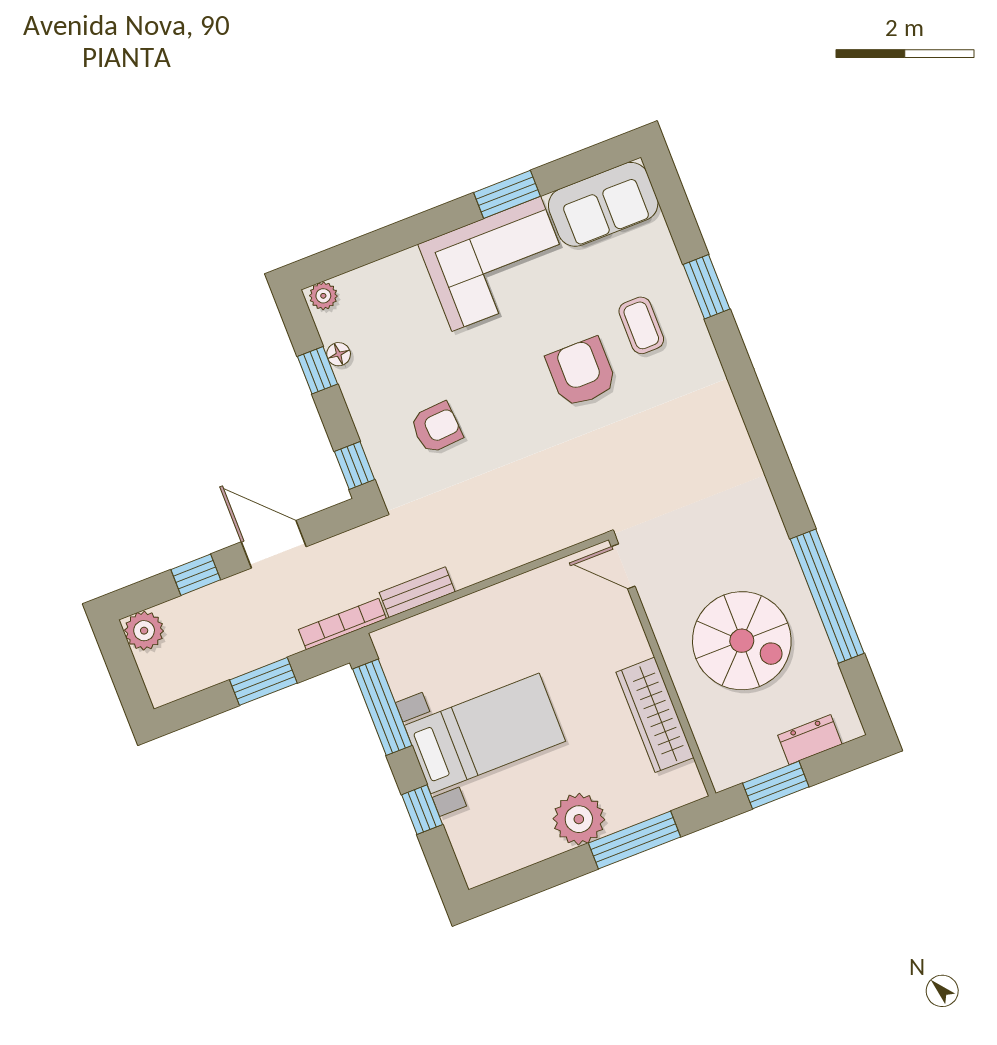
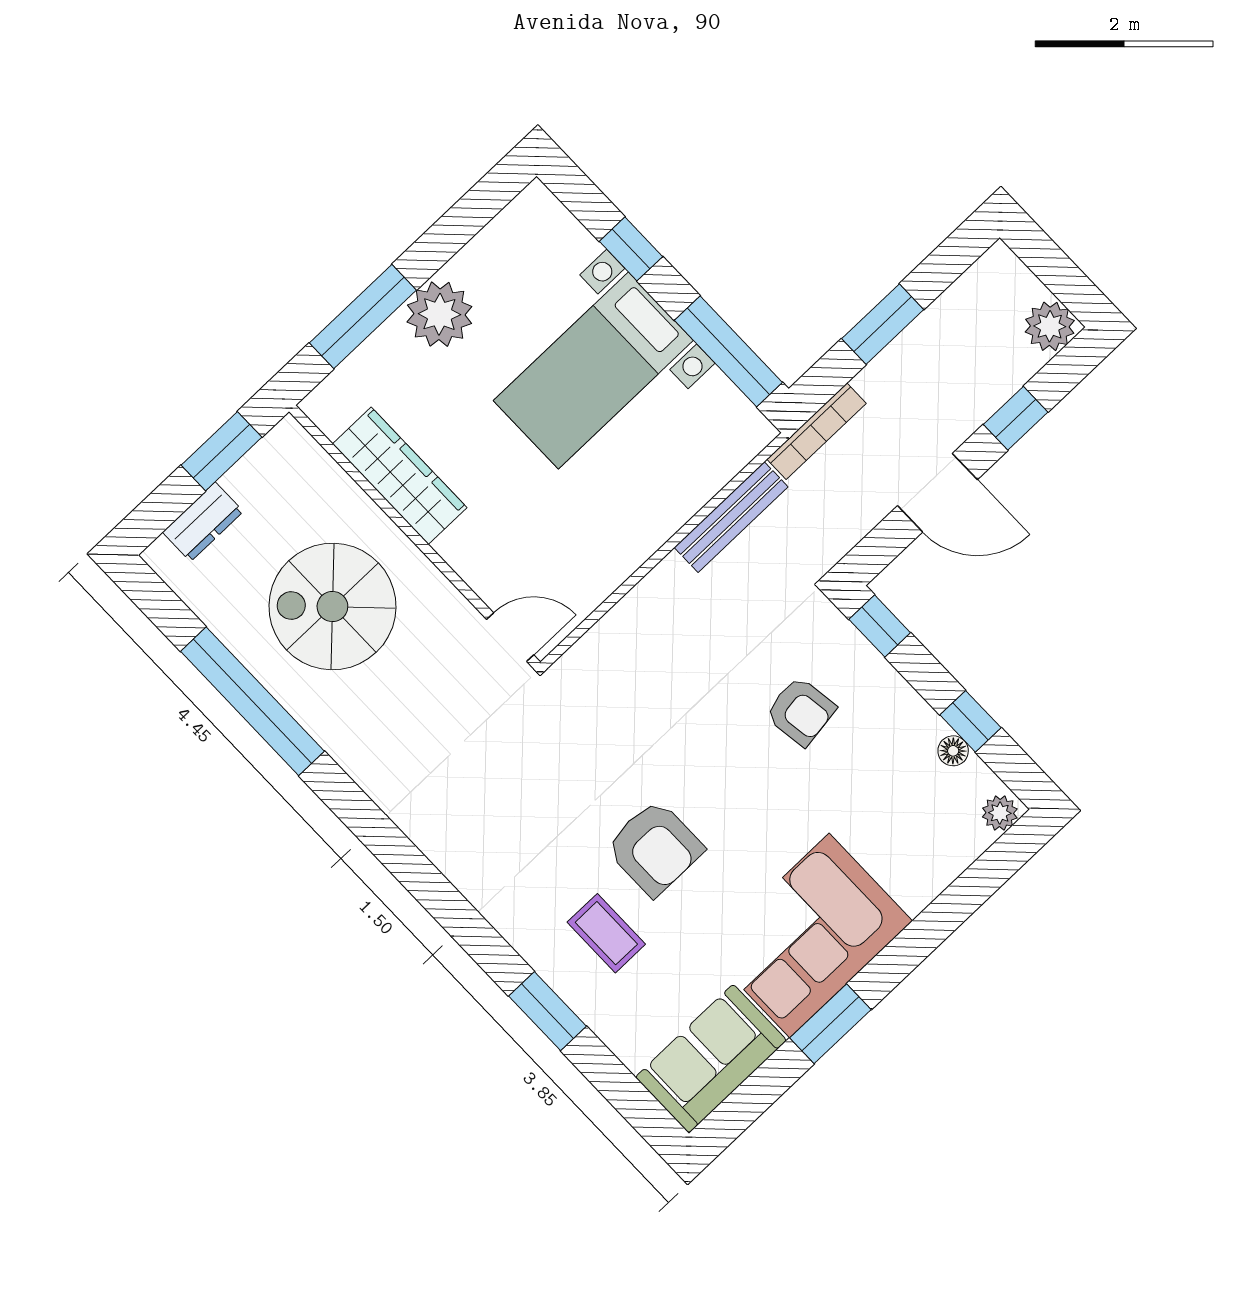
armchair: (436, 428) -> (801, 711), turned -94
bench: (417, 592) -> (731, 517), width x1.36

